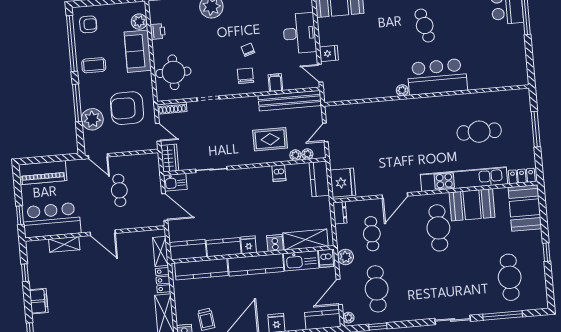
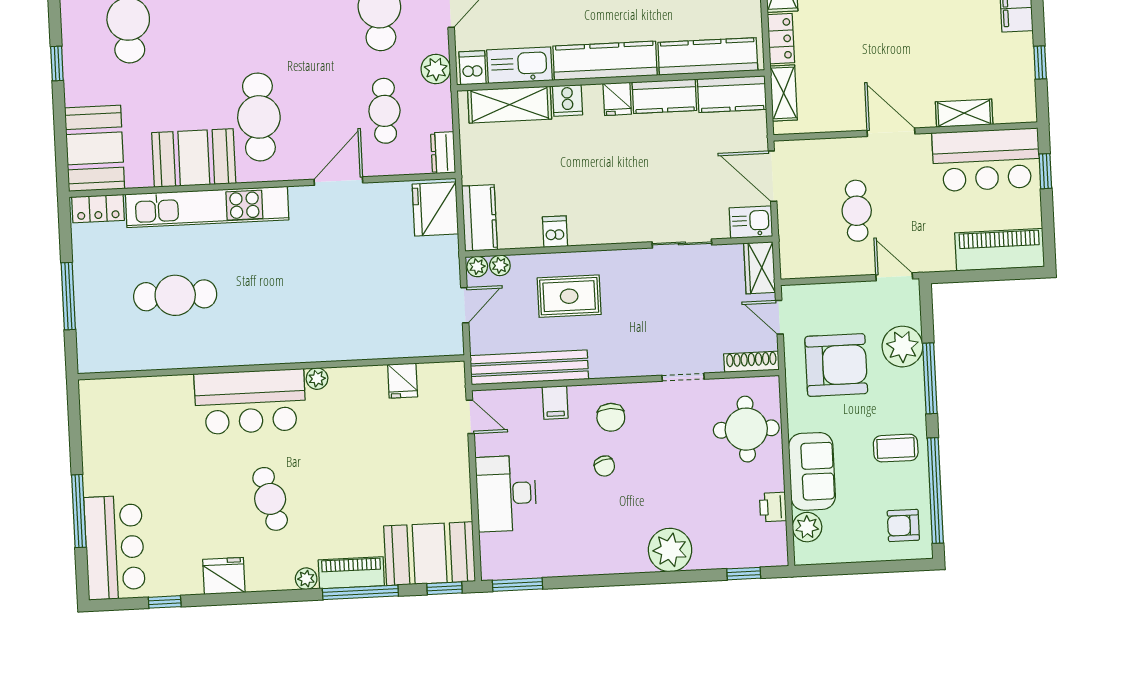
fridge: (329, 53) -> (403, 381), moved, turned -90
plant: (295, 155) -> (477, 266), moved

